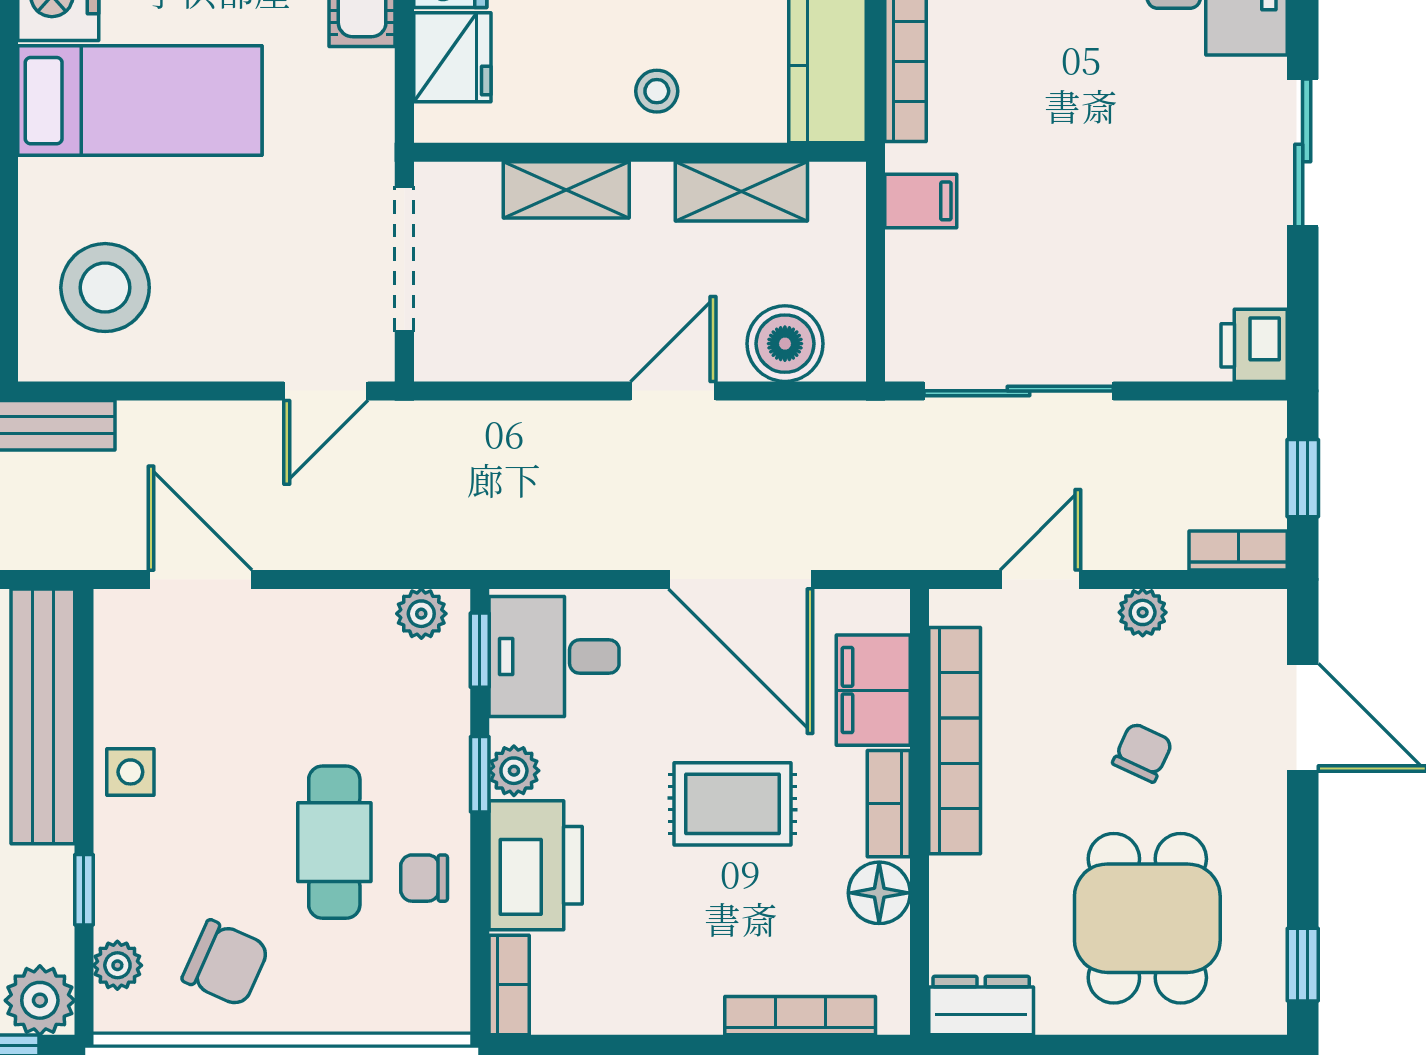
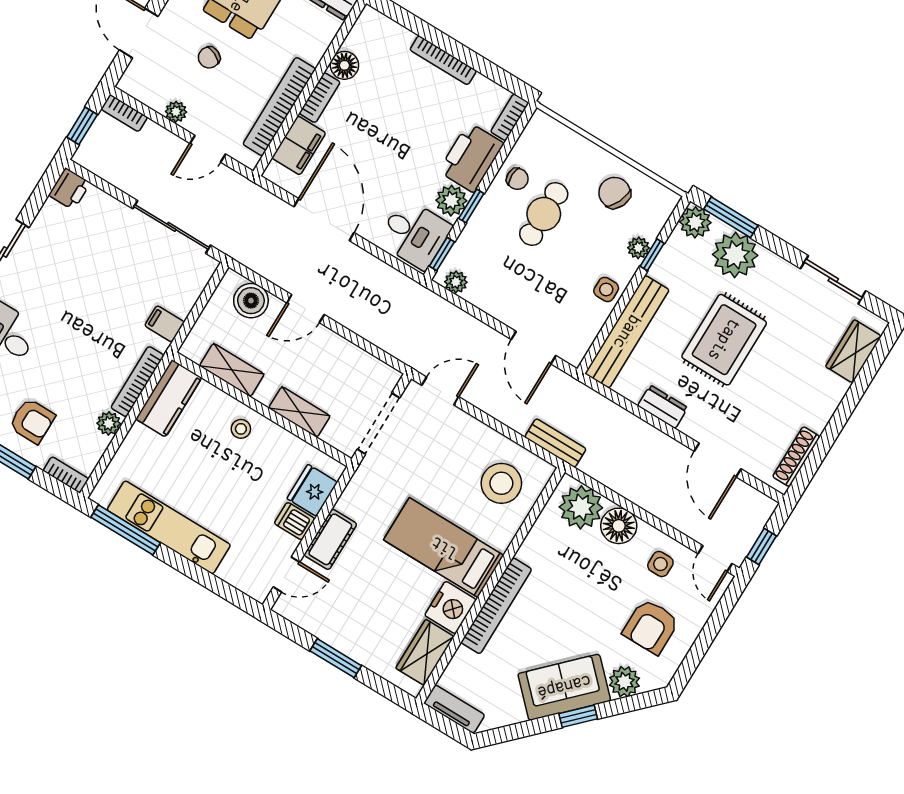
plant: (514, 771) -> (451, 201), width x1.38, depth x1.38
rug: (732, 804) -> (380, 135), removed
plant: (117, 965) -> (638, 248), moved
bookcase: (800, 1016) -> (443, 60), moved

